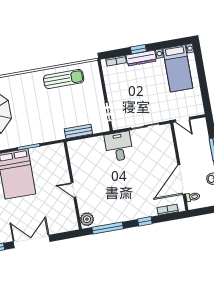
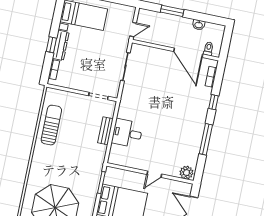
desk: (119, 146) -> (127, 133), moved
wall: (73, 185) -> (150, 173), moved
door: (74, 190) -> (154, 174), moved
plant: (87, 219) -> (186, 173), moved

